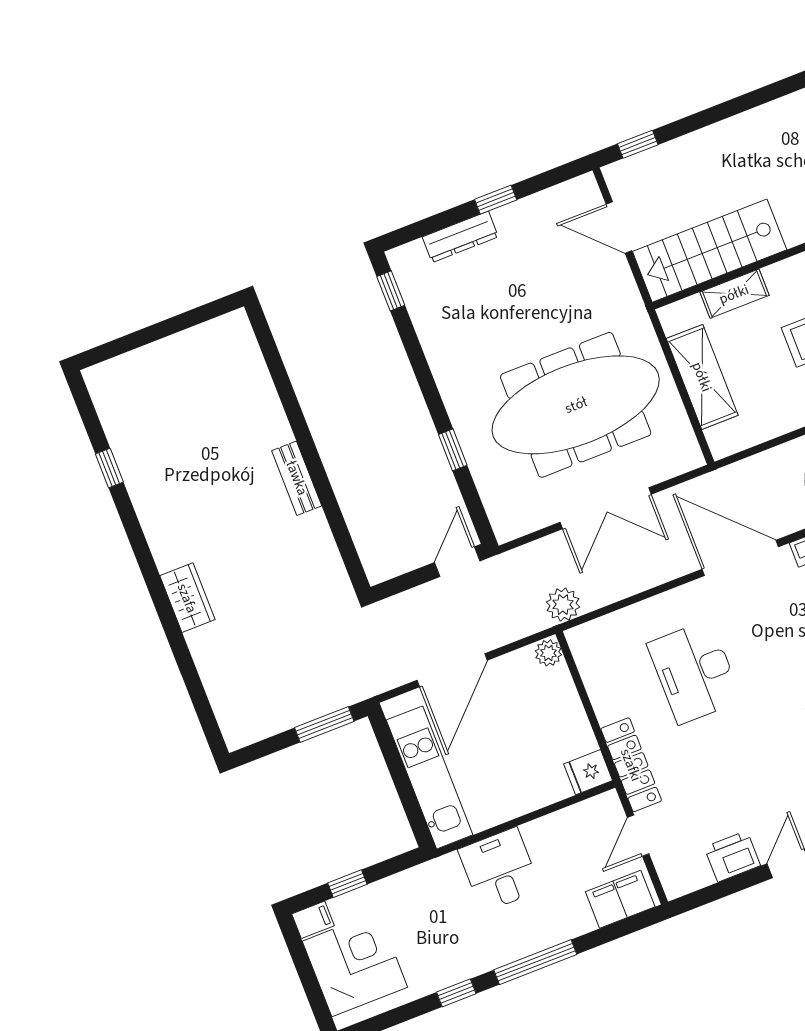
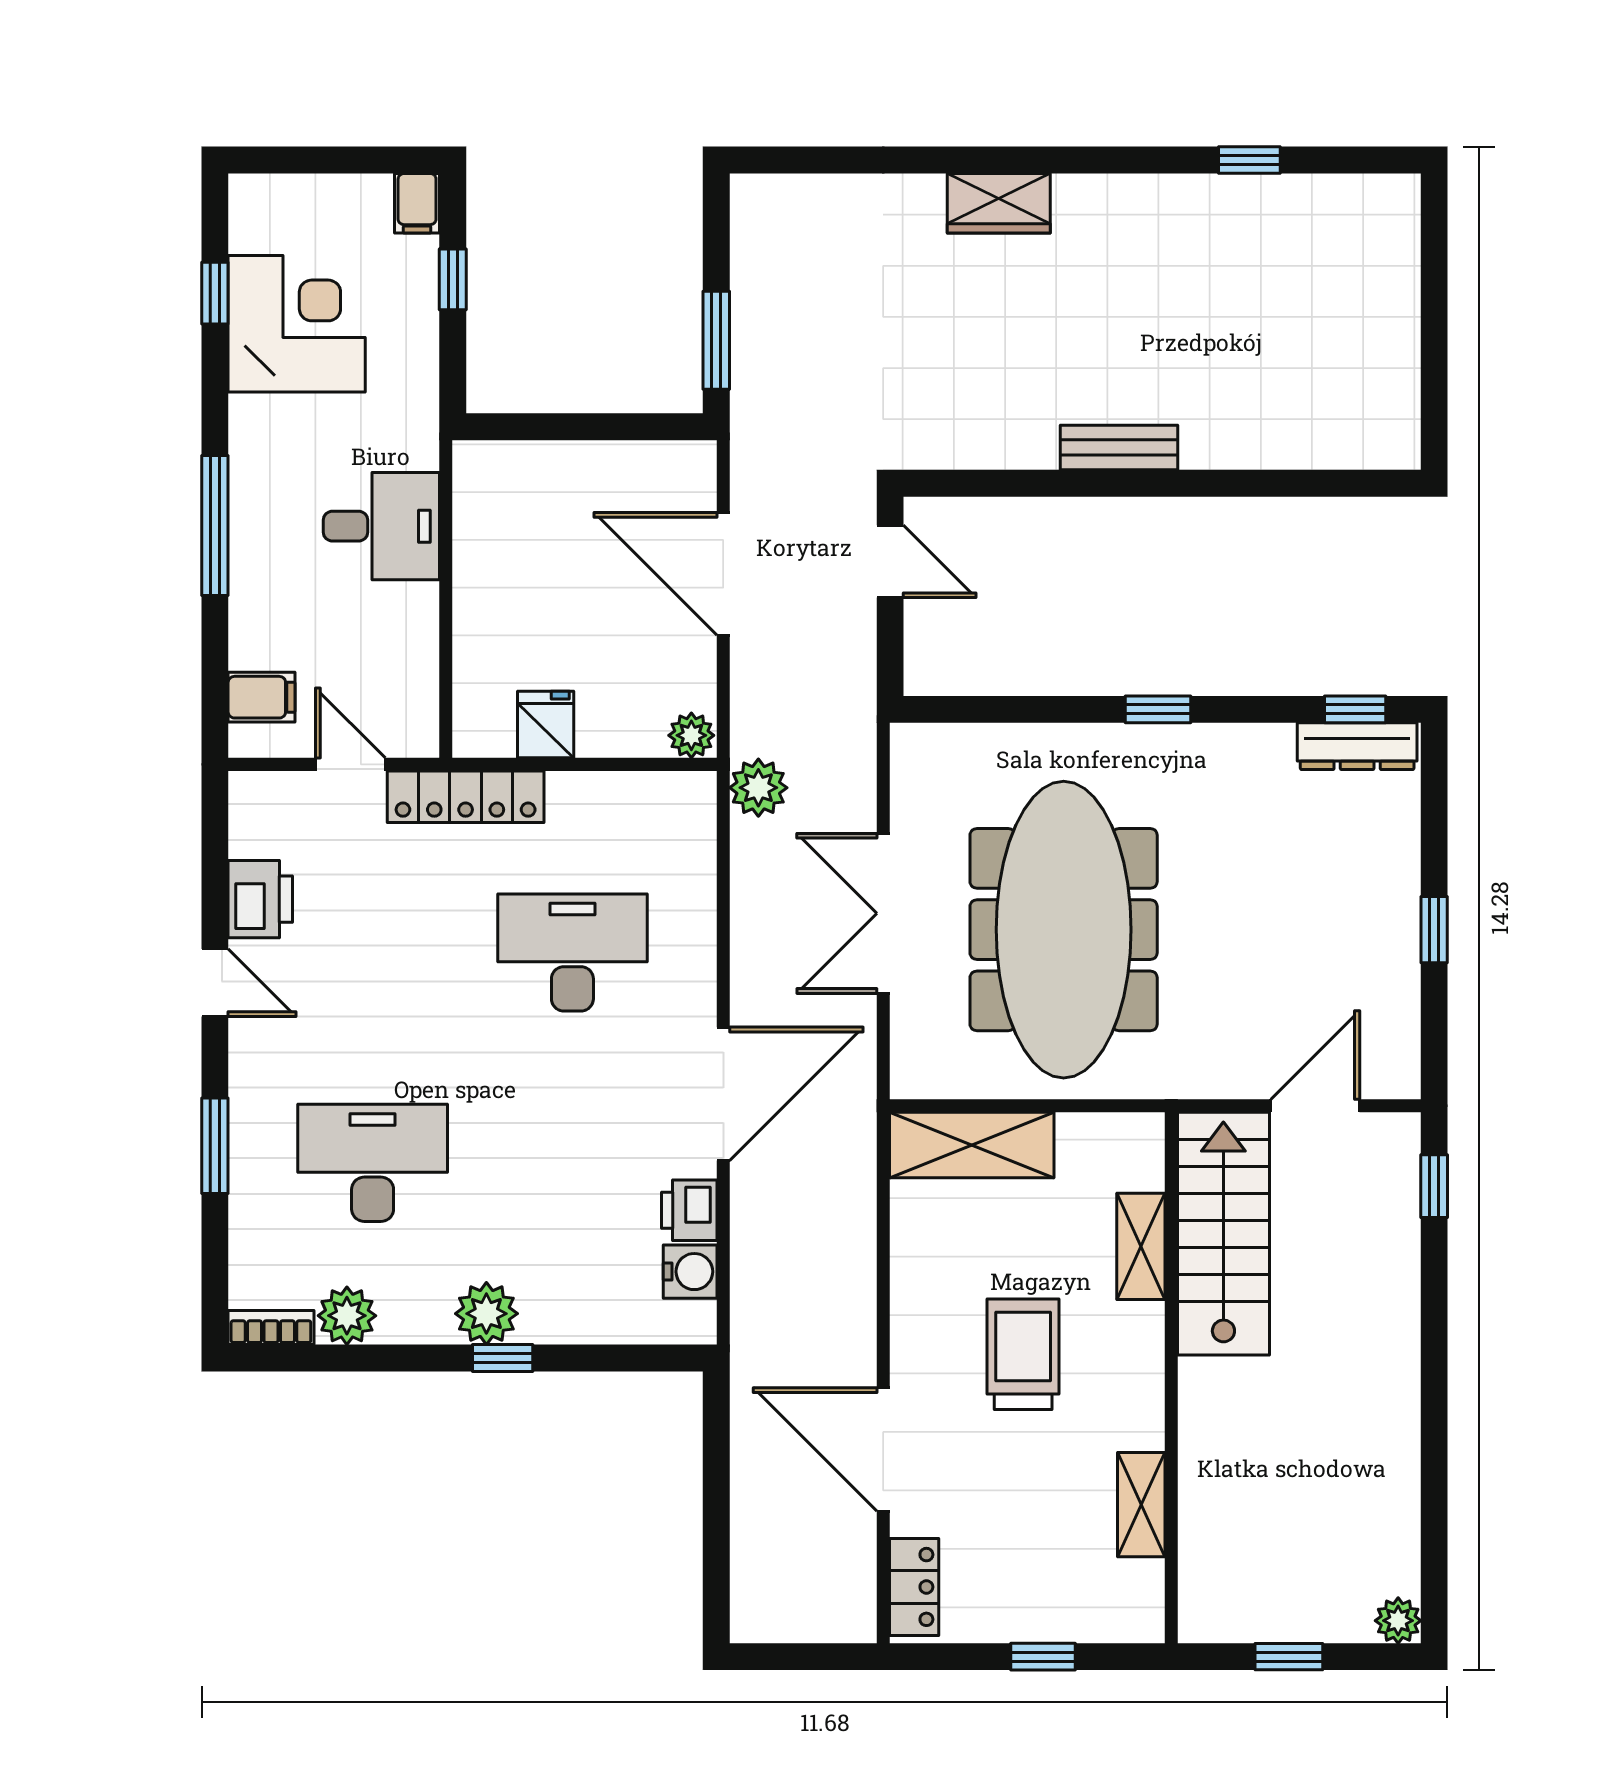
dresser: (460, 237) -> (1357, 746), moved, turned -90
shelving: (702, 377) -> (972, 1145), moved
window: (453, 450) -> (1158, 709), moved
door: (457, 562) -> (890, 561), moved
fridge: (588, 772) -> (546, 725), moved
kitchen unit: (430, 777) -> (569, 473), removed
filing cabinet: (620, 899) -> (262, 697), width x0.50
corner desk: (355, 964) -> (297, 324), moved, turned -90
window: (456, 993) -> (215, 293), moved

